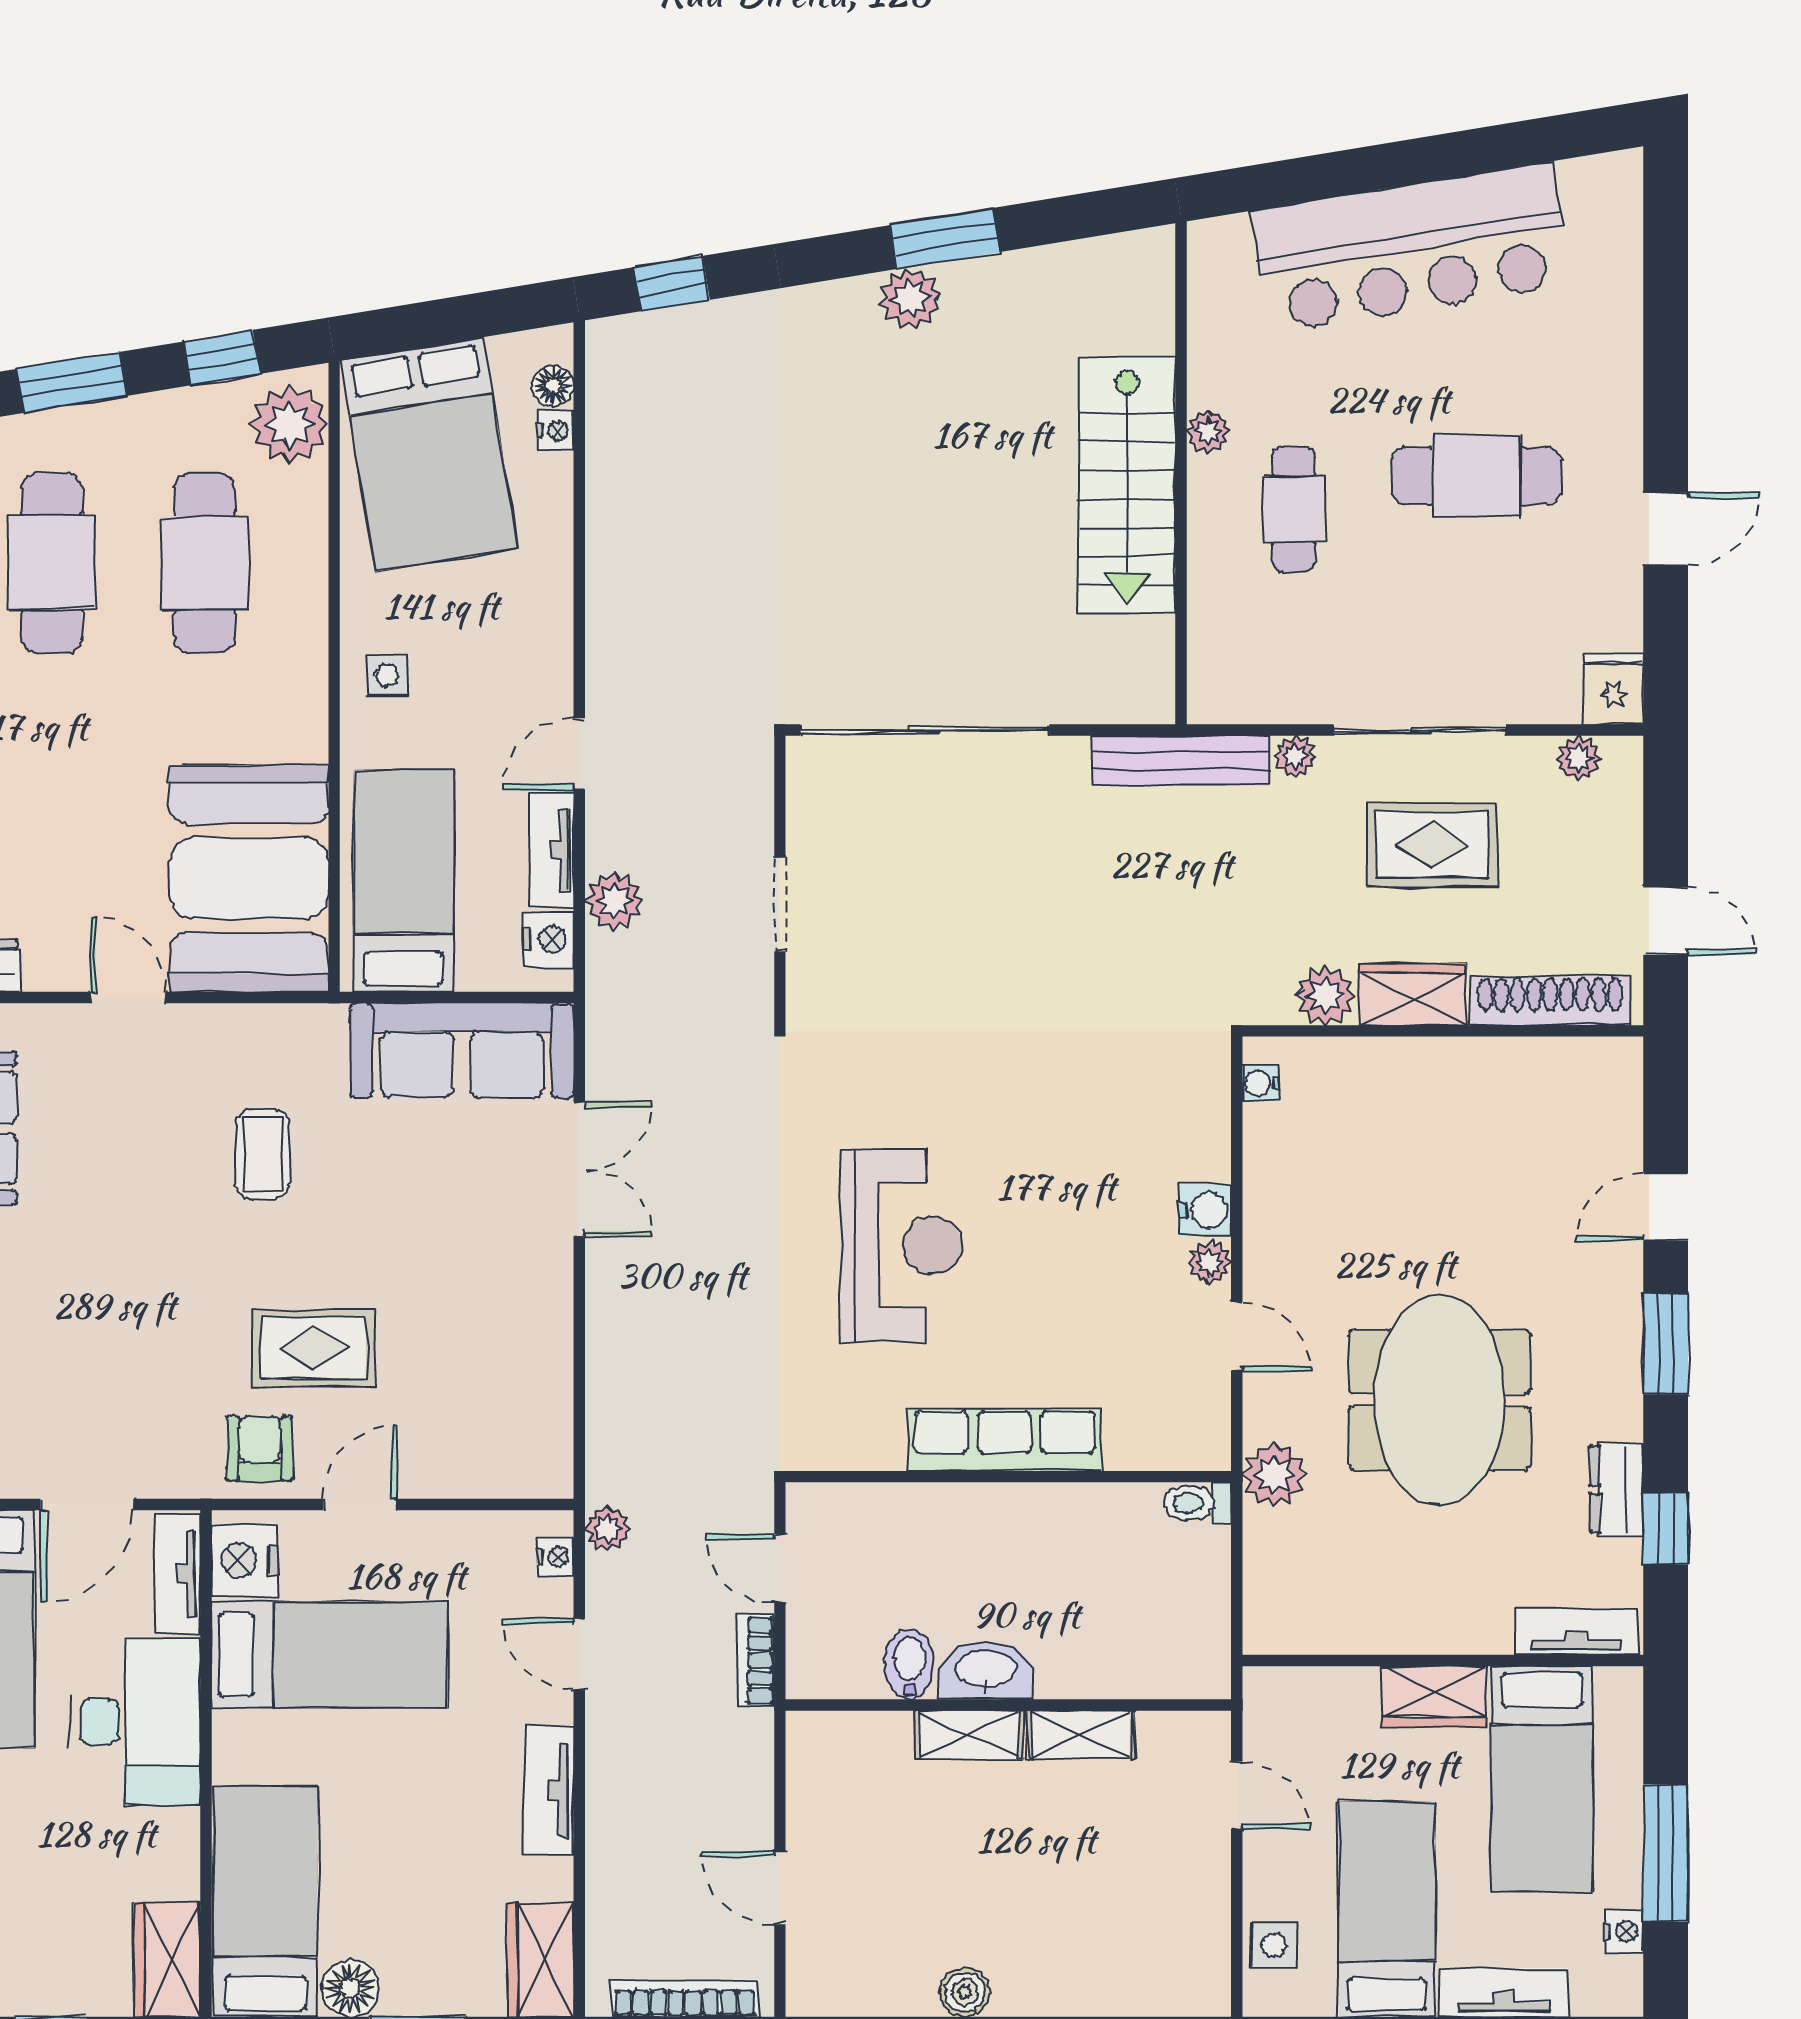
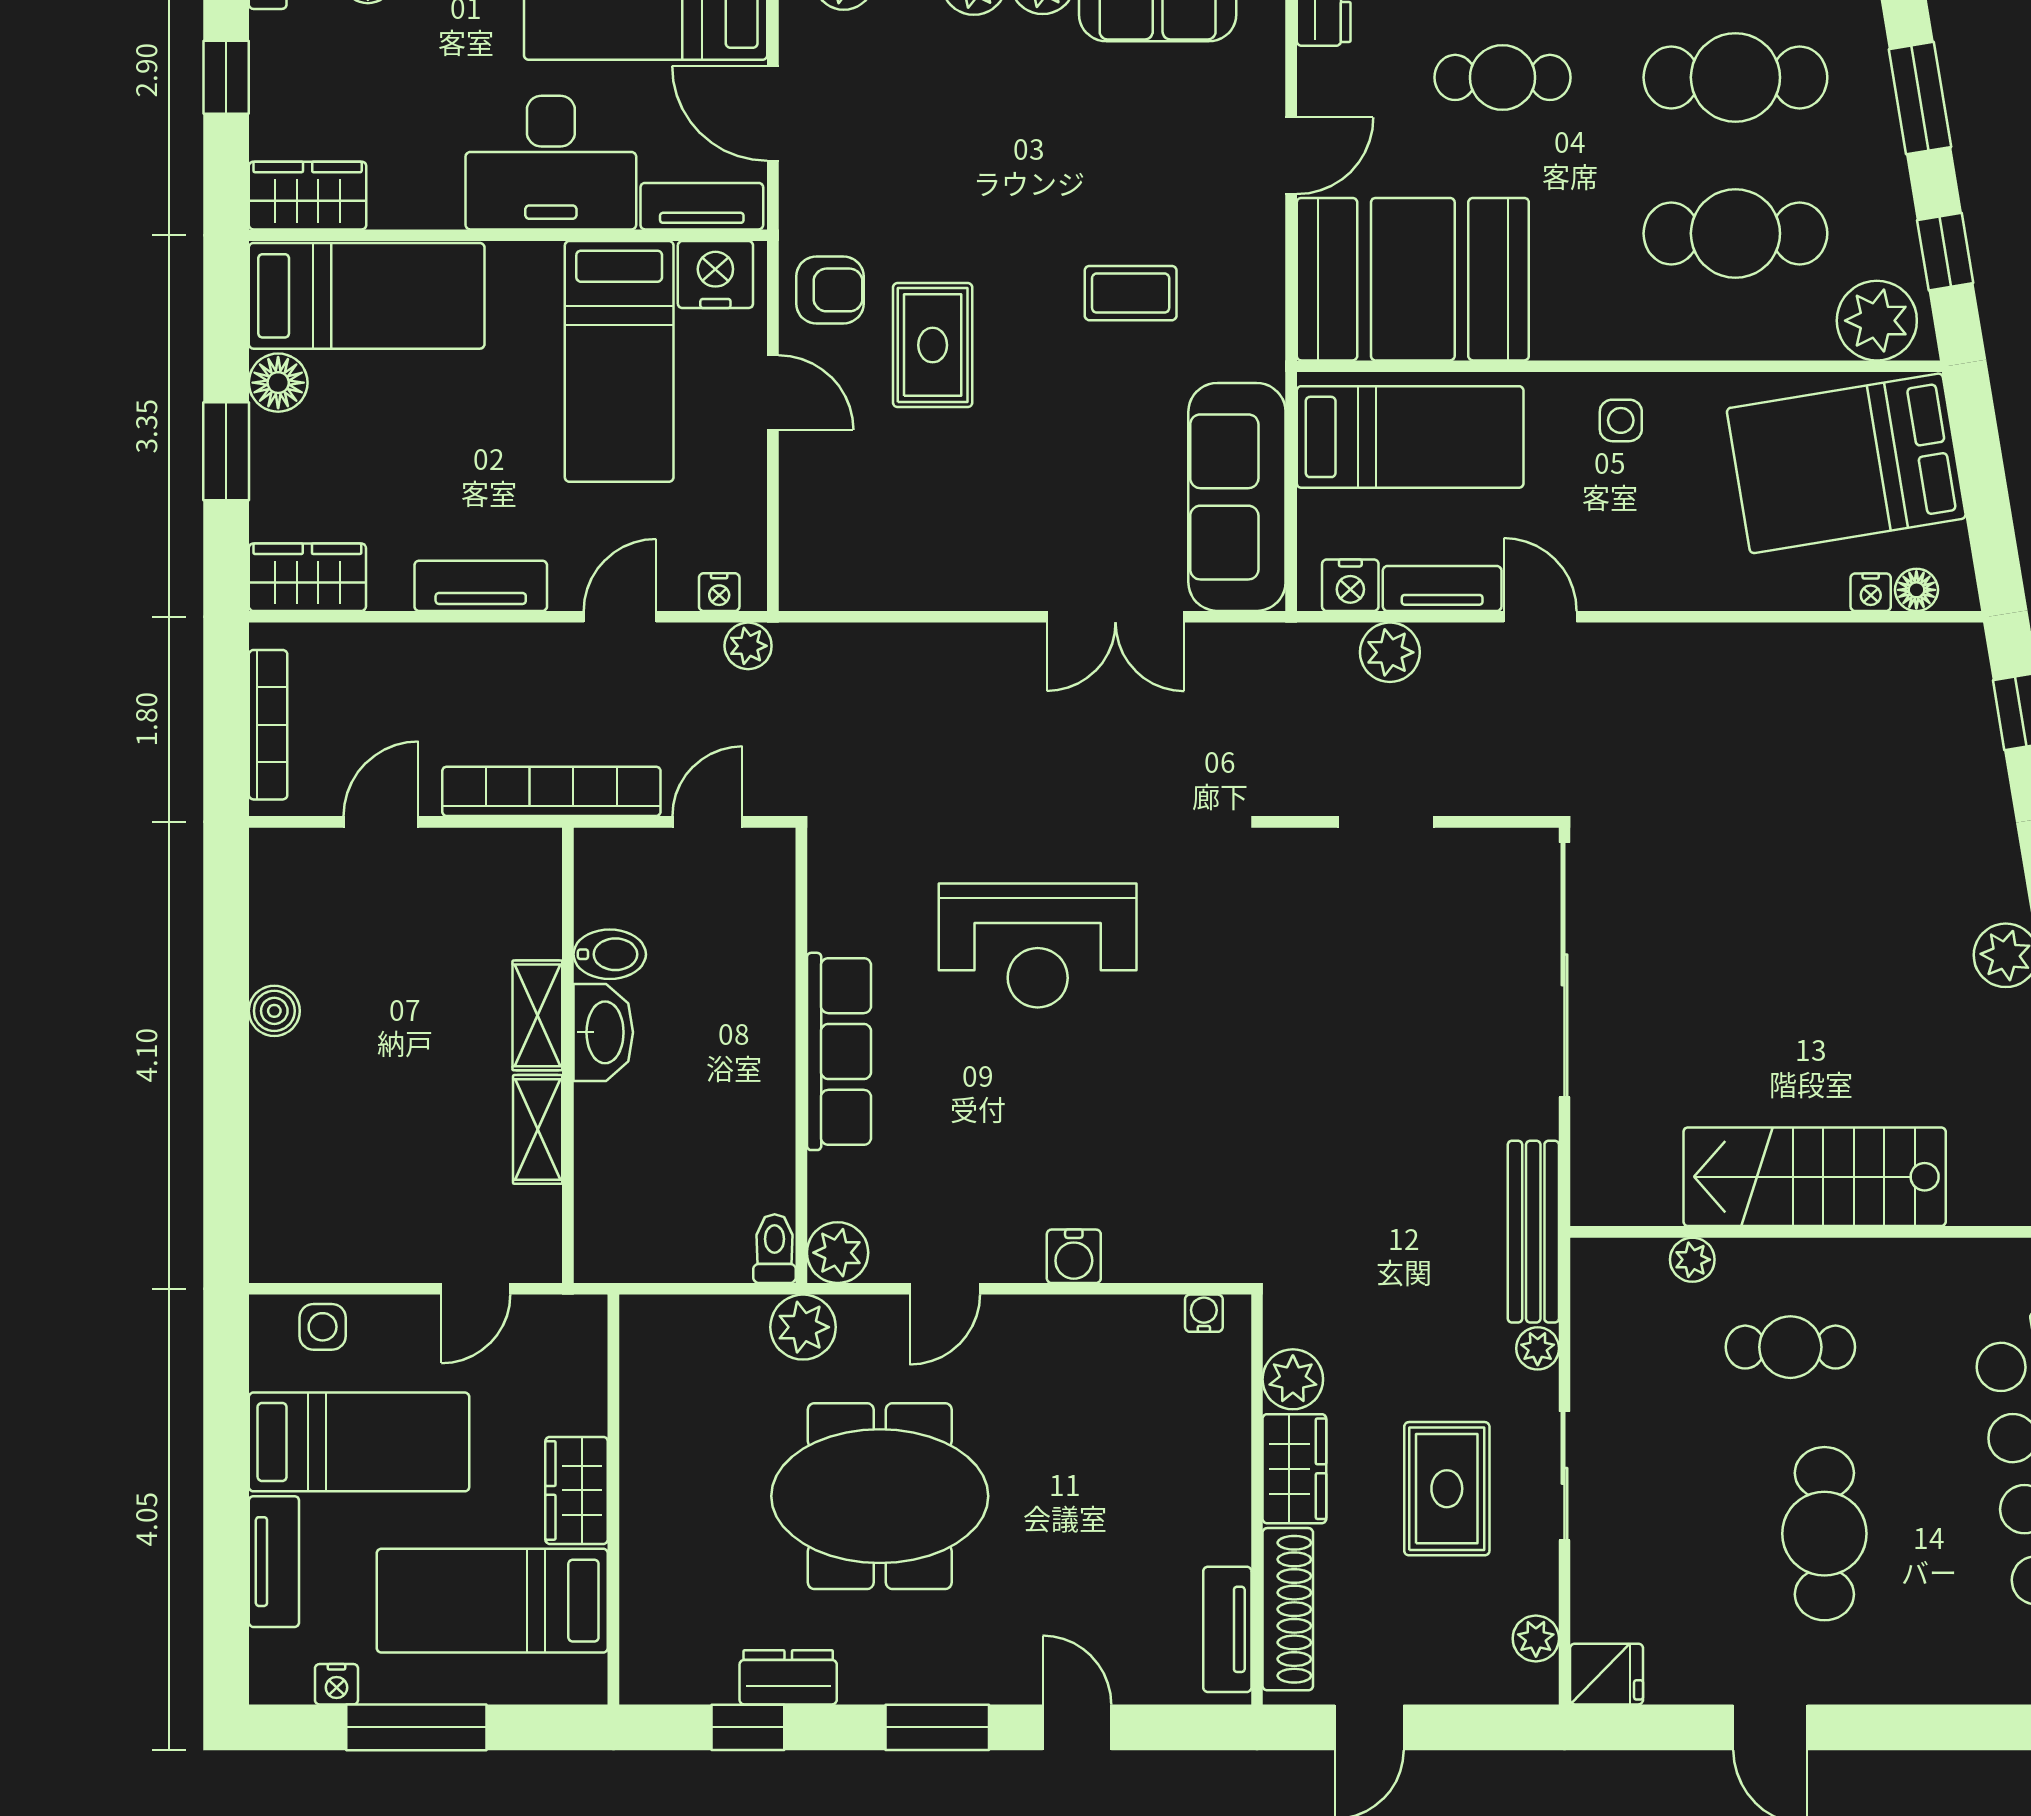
plant: (1208, 431) -> (1692, 1260), moved
sliding door: (1420, 730) -> (1564, 1476), width x0.73
cafe table: (52, 791) -> (1503, 77), added
plant: (1209, 1262) -> (838, 1253), moved, width x1.38, depth x1.38
tv unit: (1576, 1631) -> (1227, 1629), moved, turned 180
bookcase: (756, 1661) -> (551, 791), width x2.31, depth x1.31

